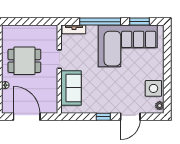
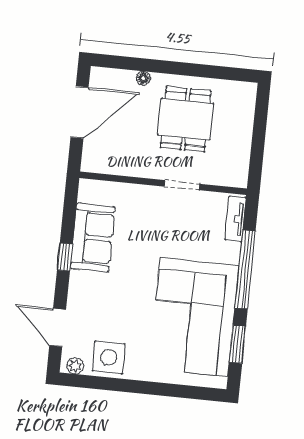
sofa: (71, 88) -> (92, 238), moved, turned -90
door: (130, 117) -> (58, 328), moved

